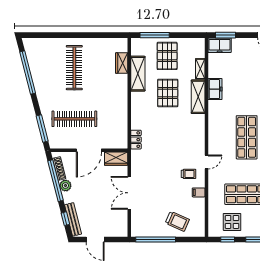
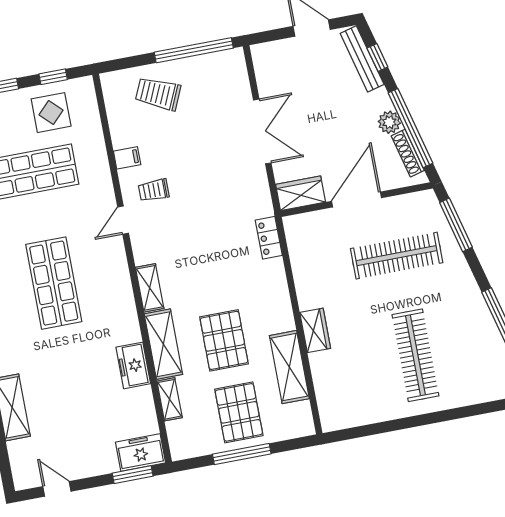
window: (155, 35) -> (242, 454), moved
wardrobe: (122, 63) -> (315, 330), moved
shelving: (200, 126) -> (150, 288), added

